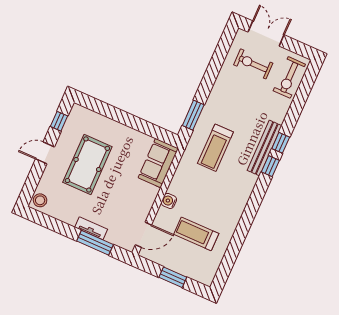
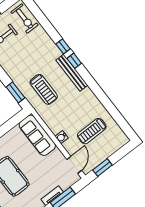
bench: (265, 148) -> (72, 73), moved
sofa: (158, 163) -> (37, 135), width x1.36
window: (173, 277) -> (102, 168), moved

